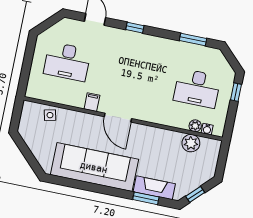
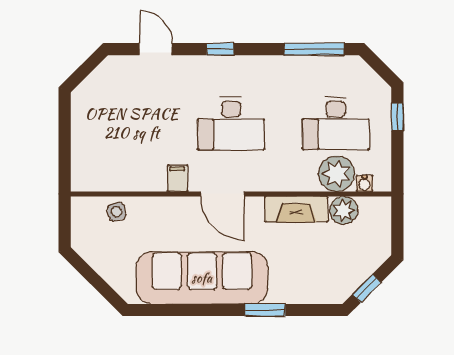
window: (193, 40) -> (314, 49), width x1.44
desk: (67, 62) -> (231, 123), moved
plant: (195, 126) -> (337, 174), width x1.87, depth x1.87
fireplace: (154, 188) -> (296, 209), moved, turned 180
window: (146, 198) -> (265, 310), moved

